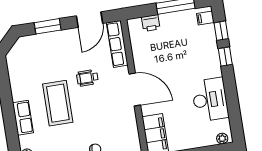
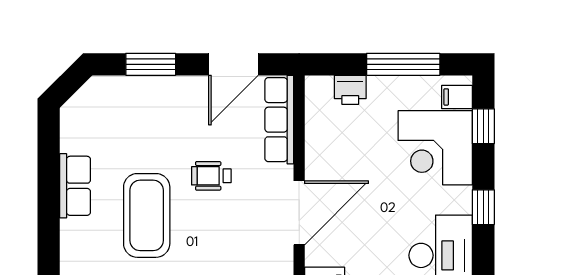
corner desk: (198, 46) -> (435, 148), added
window: (225, 57) -> (483, 207), moved
door: (135, 90) -> (299, 213), hinge flipped
row of seats: (23, 118) -> (75, 186), moved

